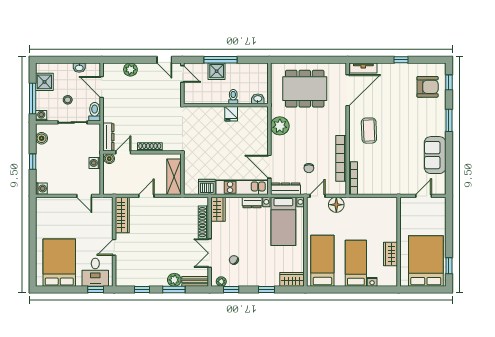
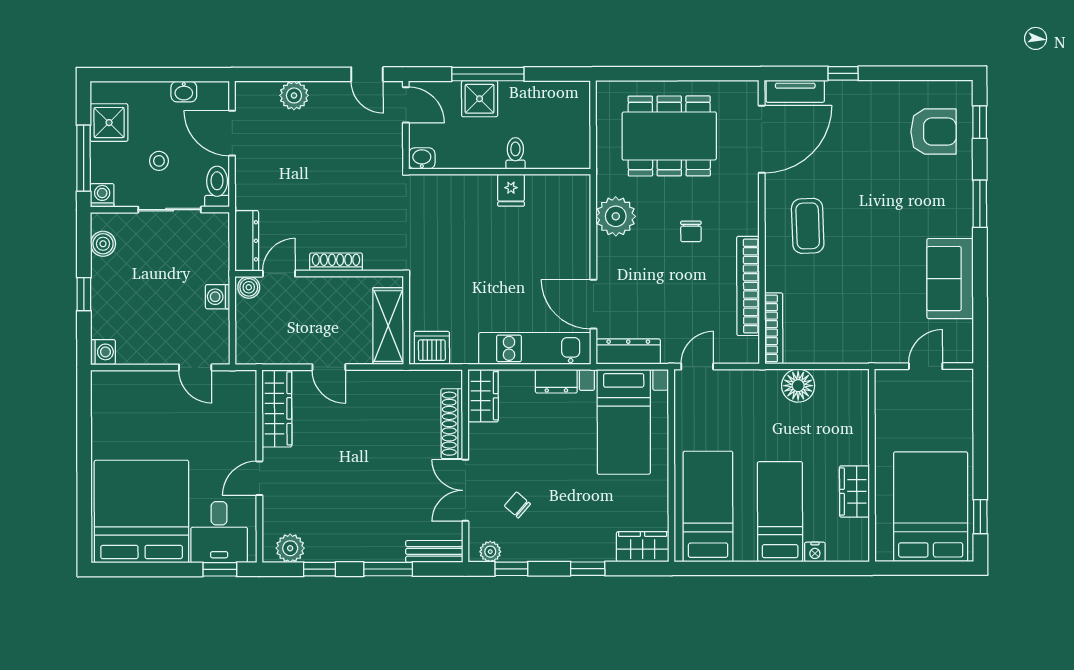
window: (401, 60) -> (843, 73), moved
washbasin: (258, 99) -> (422, 158), moved
chair: (309, 168) -> (691, 231), moved
dishwasher: (207, 187) -> (432, 348), moved
door: (146, 196) -> (329, 367), swing flipped
floor lamp: (336, 205) -> (798, 386), moved
bed: (59, 263) -> (141, 512), width x1.36
plant: (174, 280) -> (290, 548), moved

